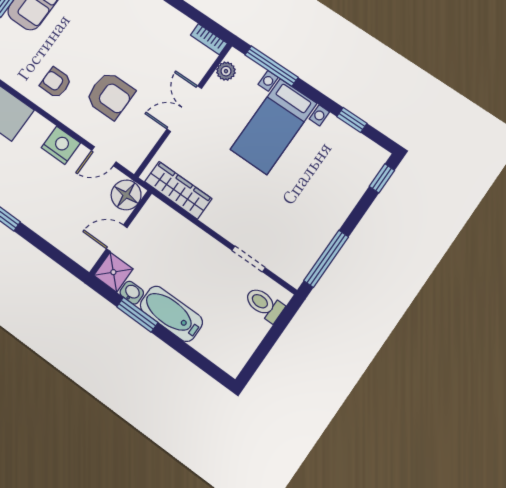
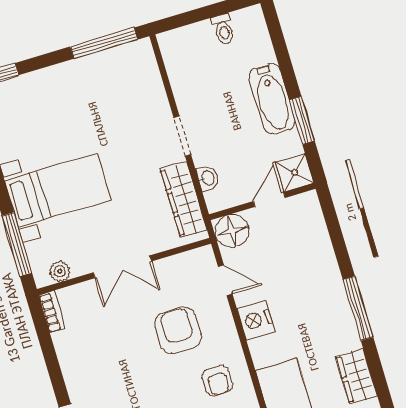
door: (117, 238) -> (269, 199), swing flipped
doorway: (249, 259) -> (182, 136), moved
washbasin: (132, 293) -> (208, 178), moved, turned 180
toilet: (264, 304) -> (223, 29), moved, width x0.73, depth x0.72

